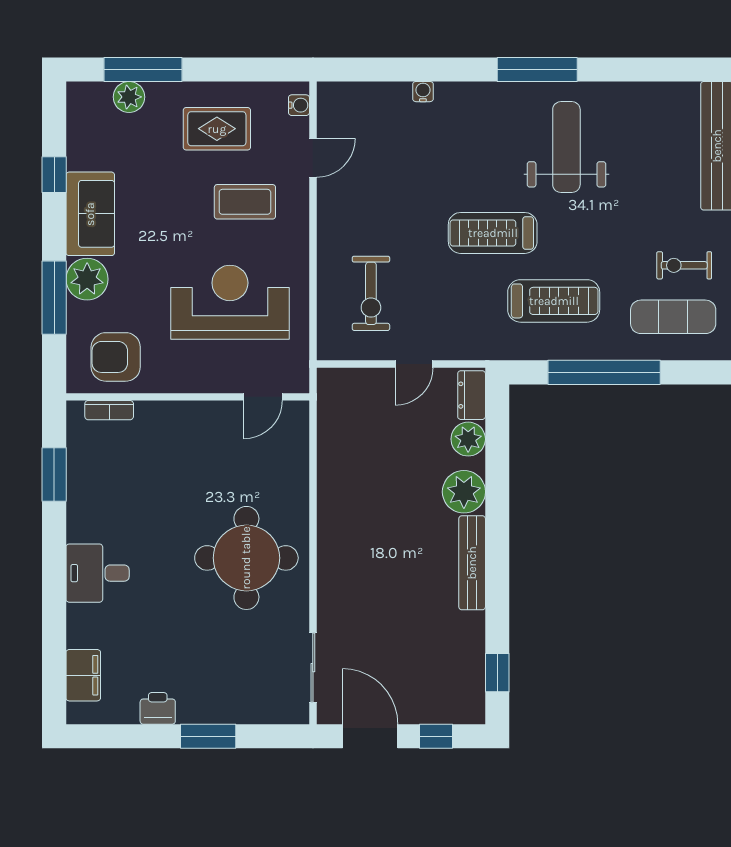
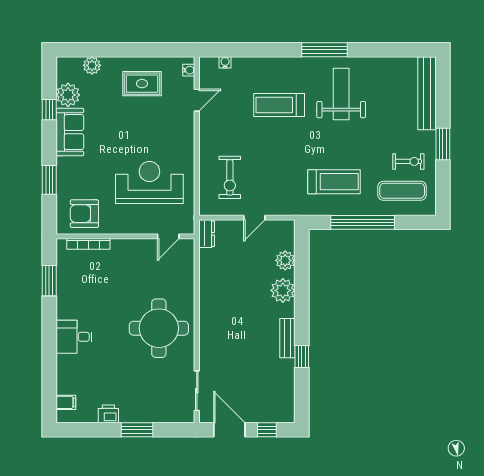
window: (143, 69) -> (100, 50), removed
water cooler: (423, 92) -> (225, 62), moved
coffee table: (245, 202) -> (158, 125), removed
treadmill: (493, 233) -> (279, 105), moved
exercise bike: (684, 265) -> (408, 161), turned 180
plant: (87, 279) -> (68, 95), moved
window: (54, 298) -> (49, 180), width x0.69
dresser: (472, 395) -> (207, 234), moved, turned 180
bookcase: (109, 410) -> (88, 244), width x1.56
bench: (472, 563) -> (287, 338), width x0.73
window: (497, 673) -> (302, 357), moved
filing cabinet: (83, 675) -> (66, 402), width x0.50

